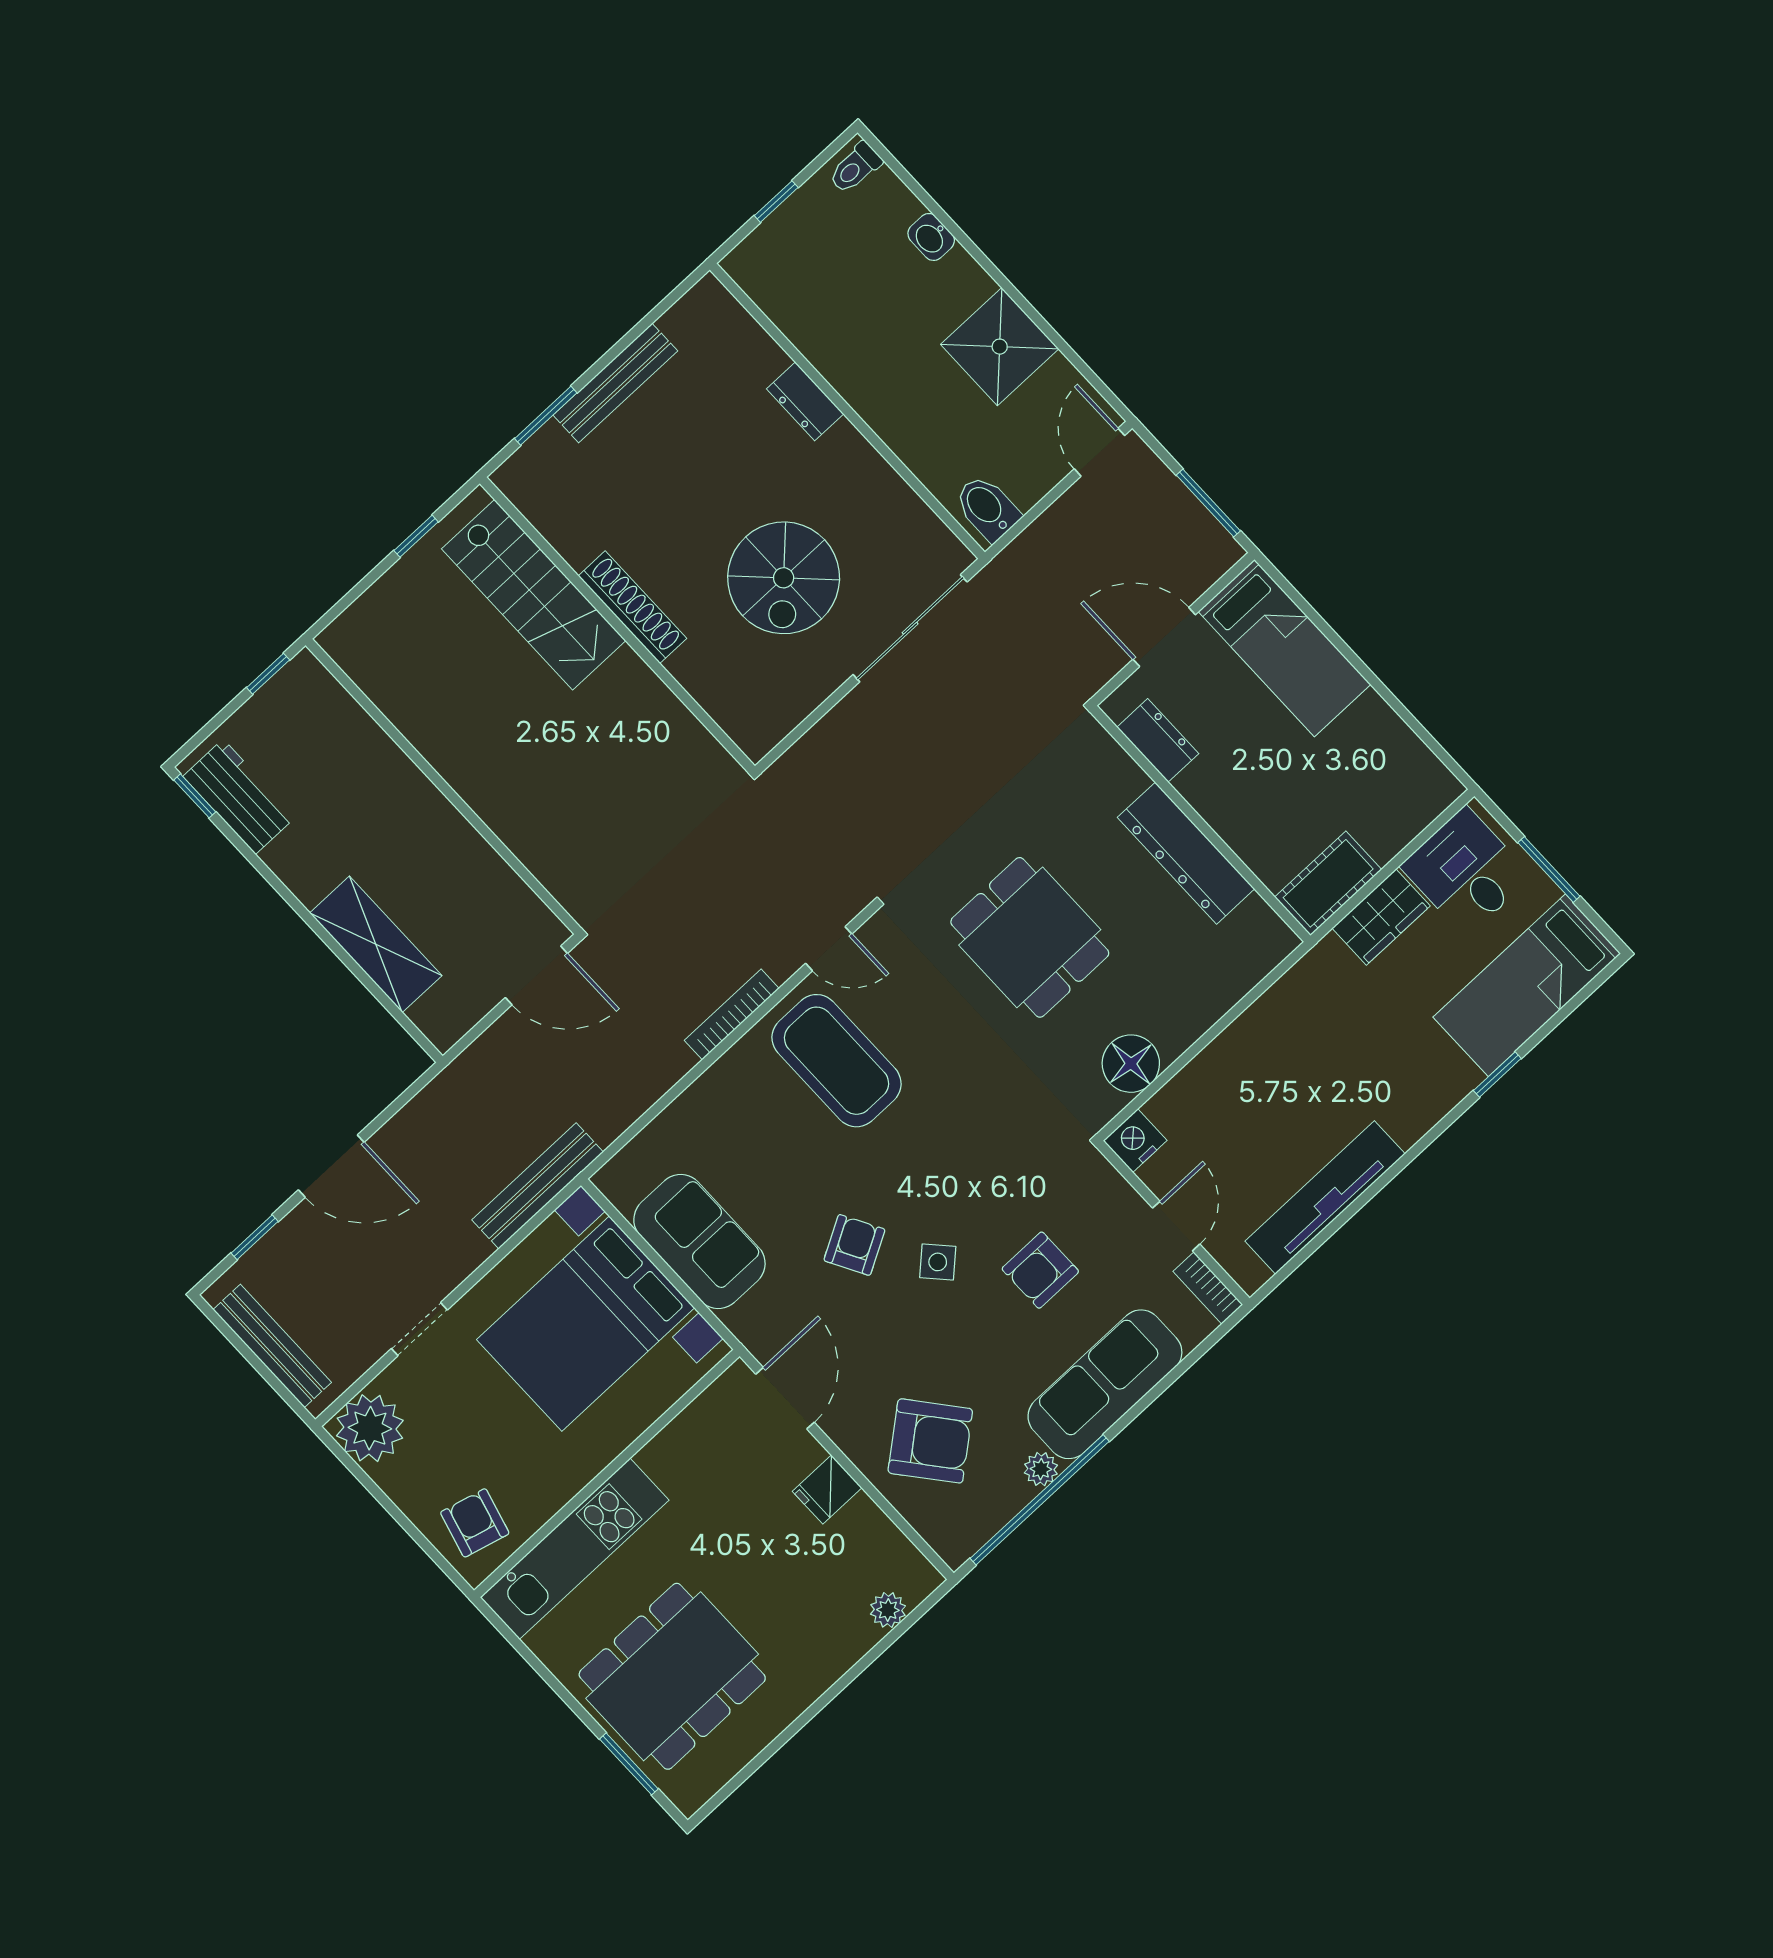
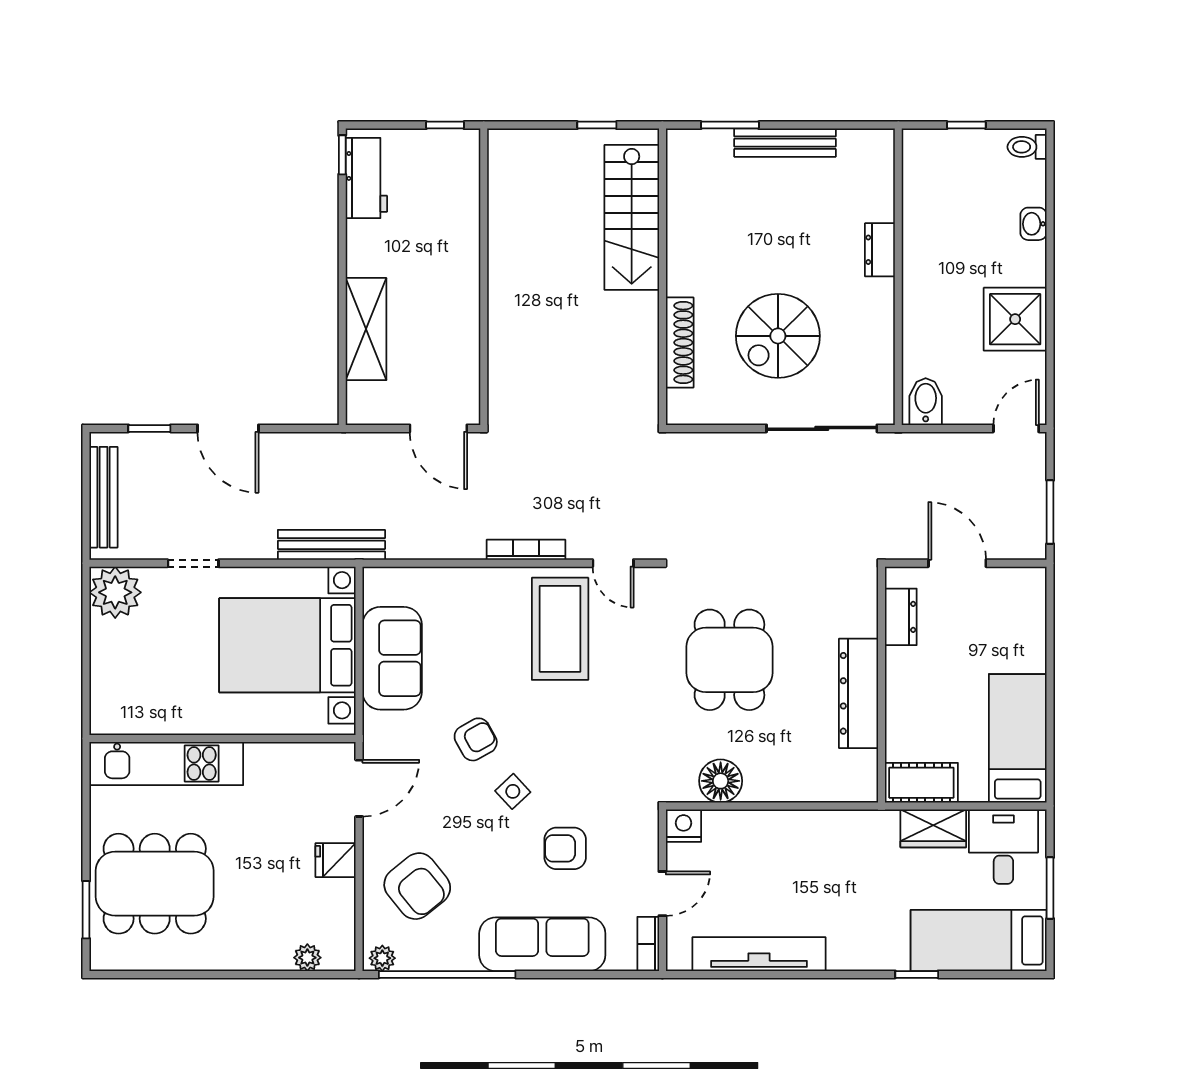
shoe rack: (632, 607) -> (680, 343), moved
bed: (1284, 648) -> (1018, 738), moved, turned 180
plant: (1041, 1469) -> (382, 958), moved
armchair: (475, 1523) -> (125, 698), removed

